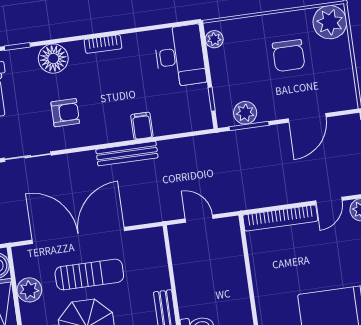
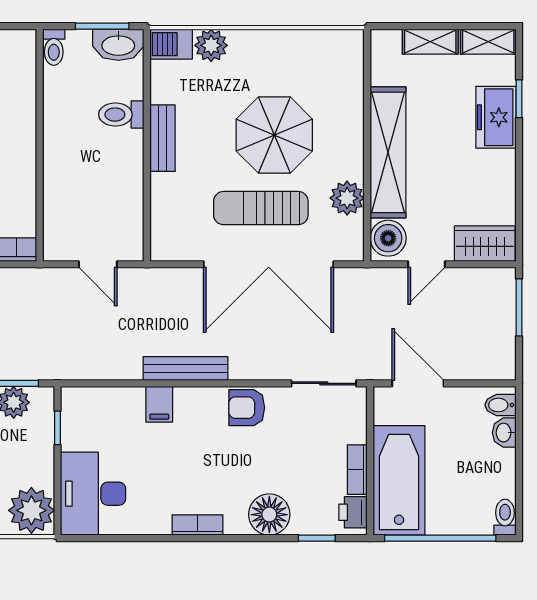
plant: (214, 39) -> (31, 510), width x1.87, depth x1.87
armchair: (65, 113) -> (247, 408), moved

